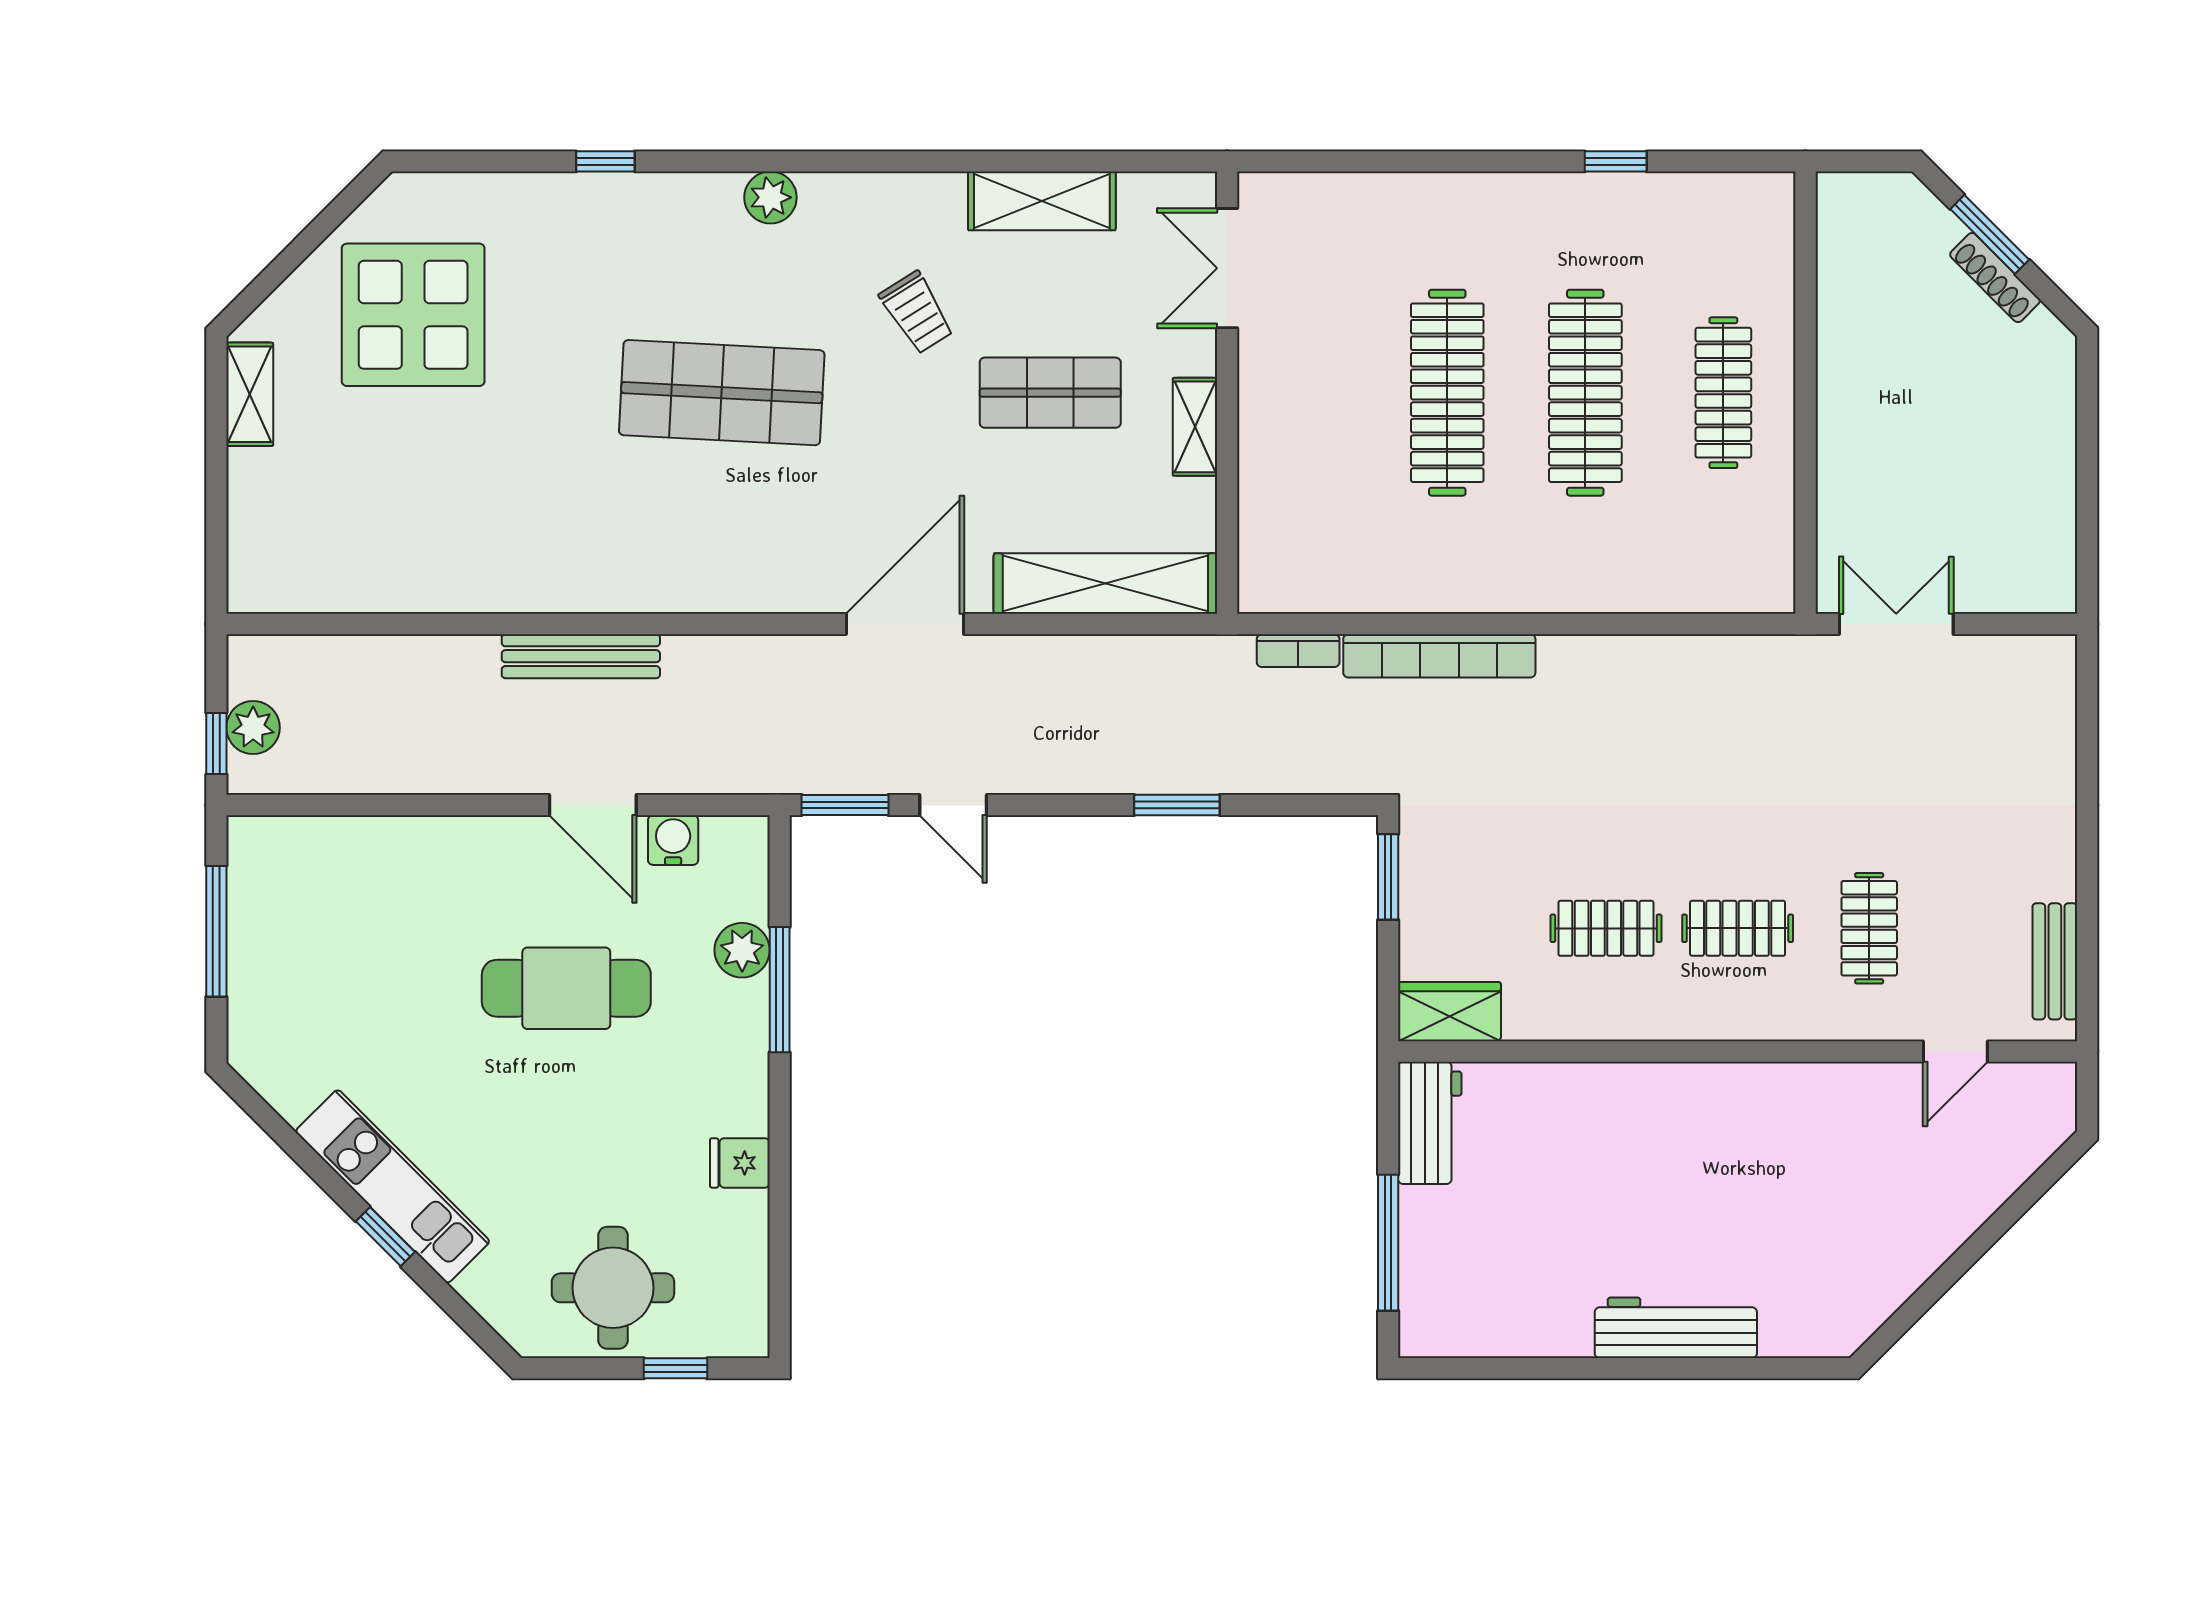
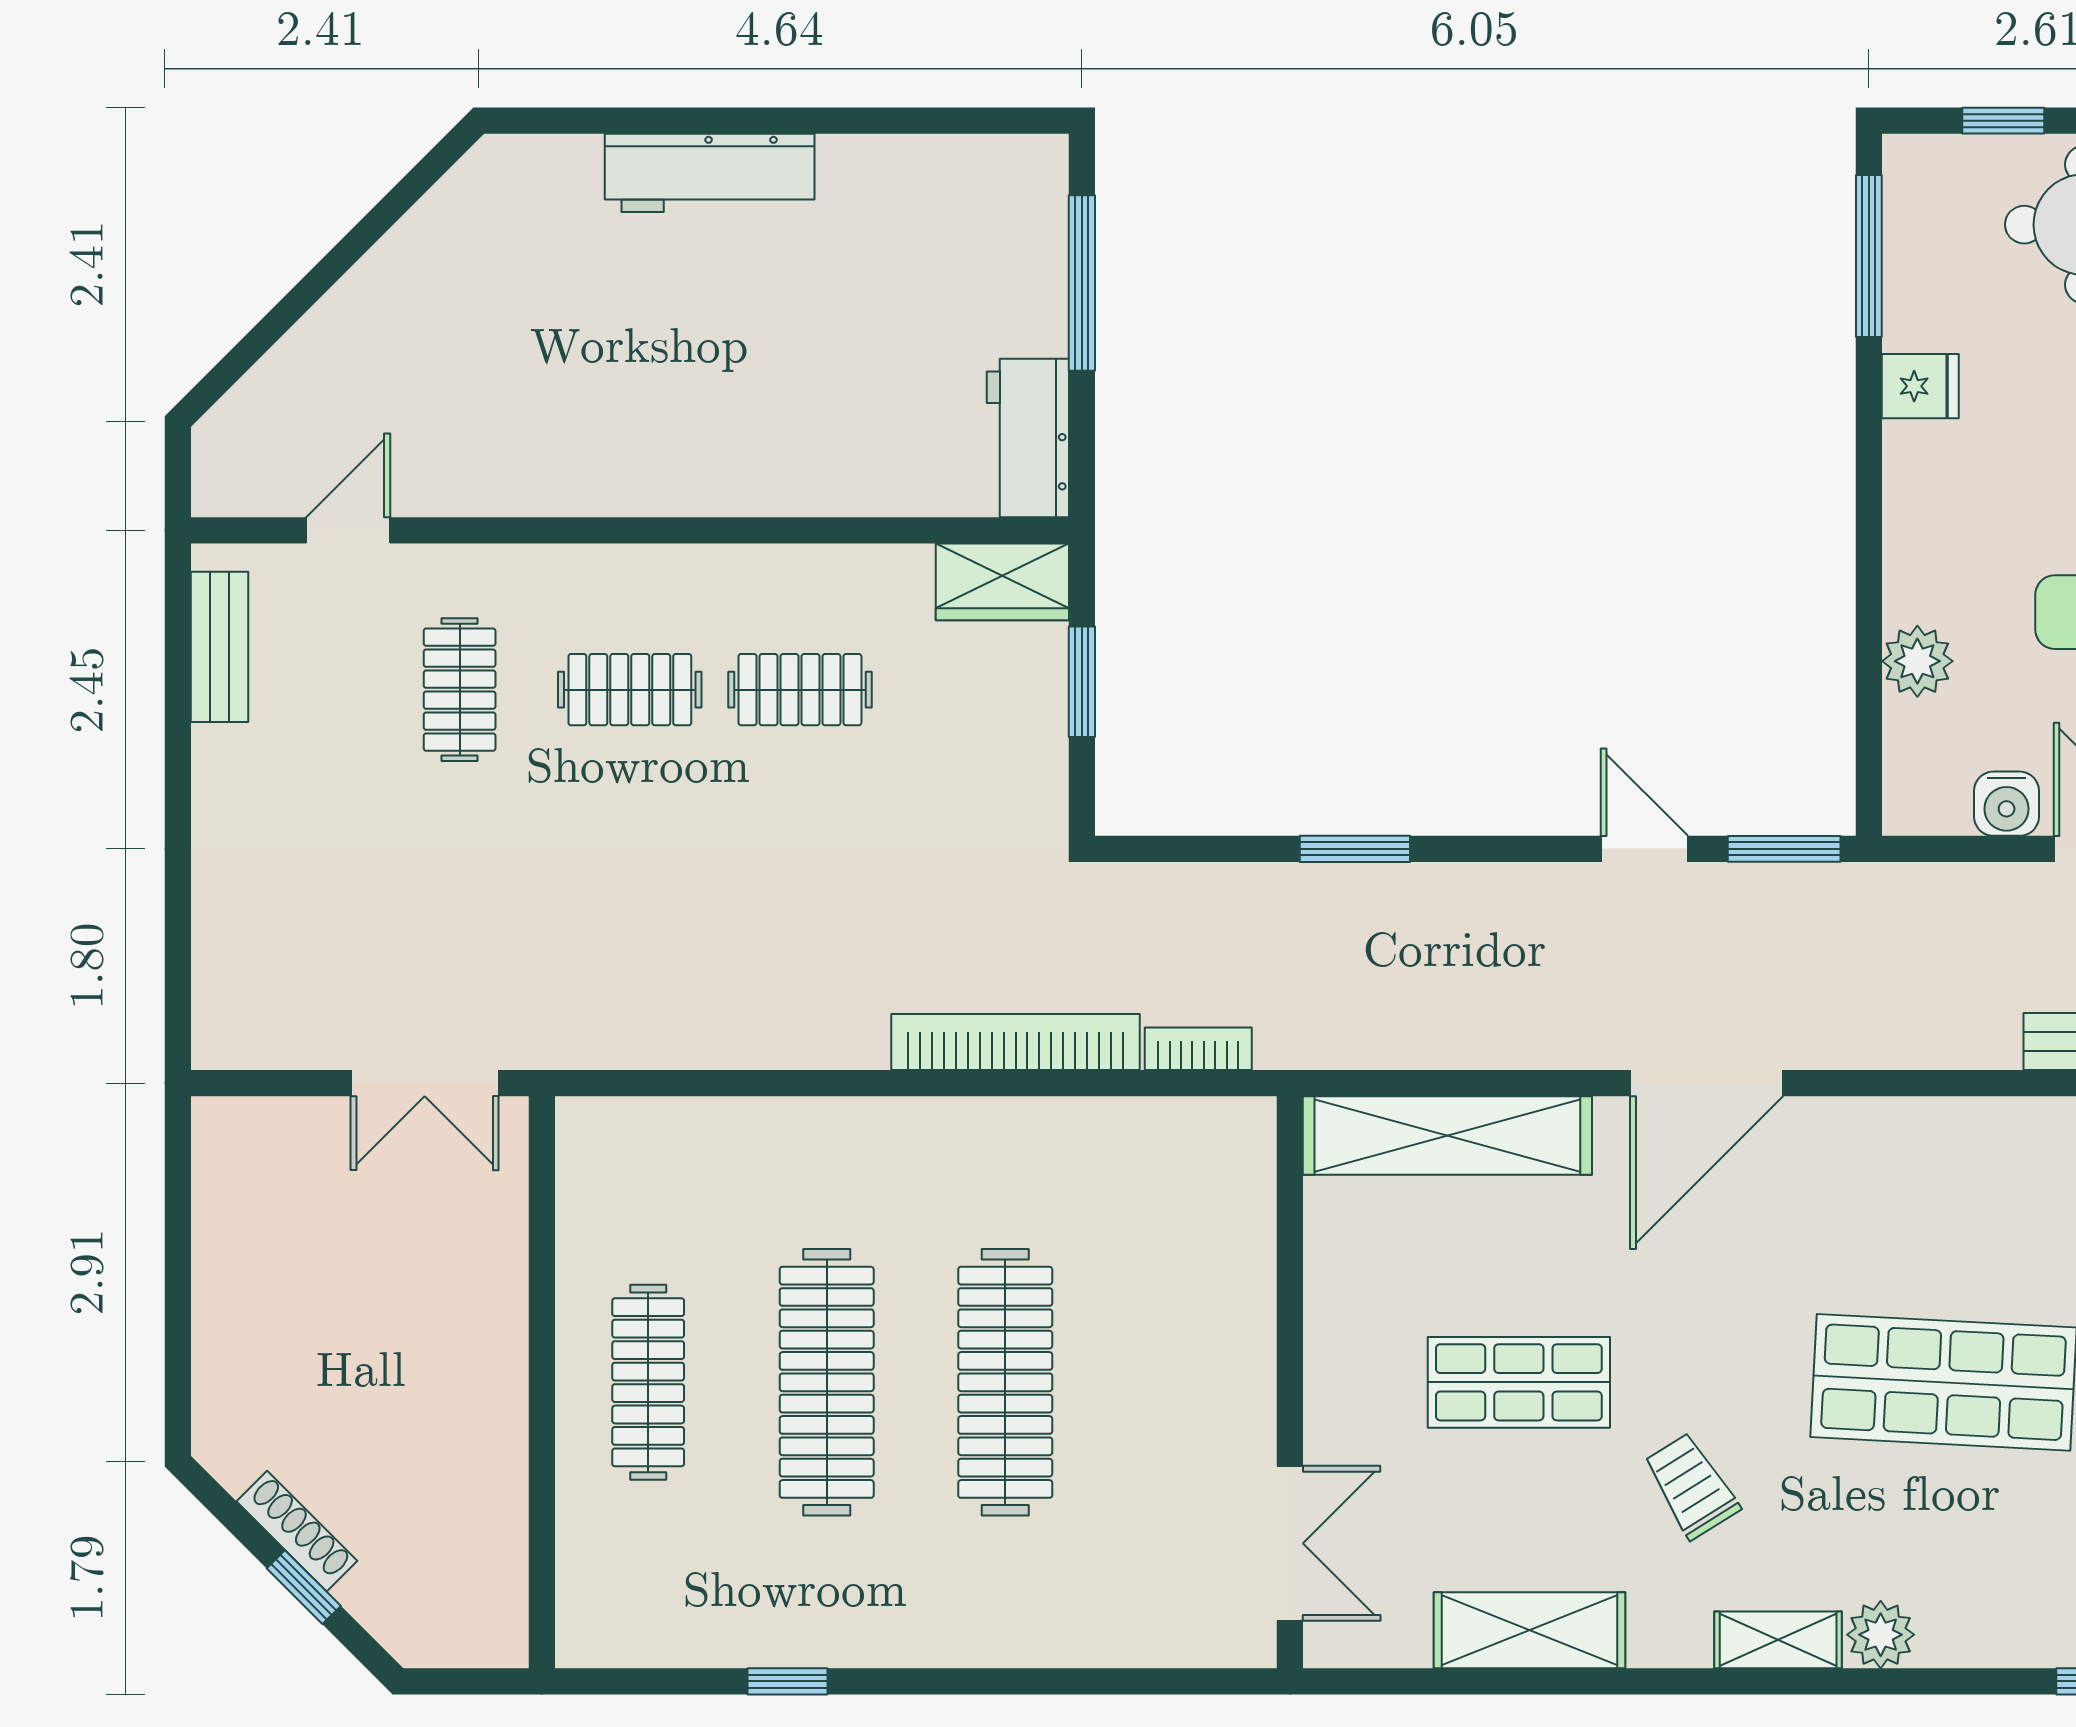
window: (1990, 234) -> (304, 1587), width x0.67
shelving: (1195, 427) -> (1778, 1640), moved, turned 90
window: (1388, 877) -> (1082, 682), moved
window: (780, 990) -> (1869, 256), moved

